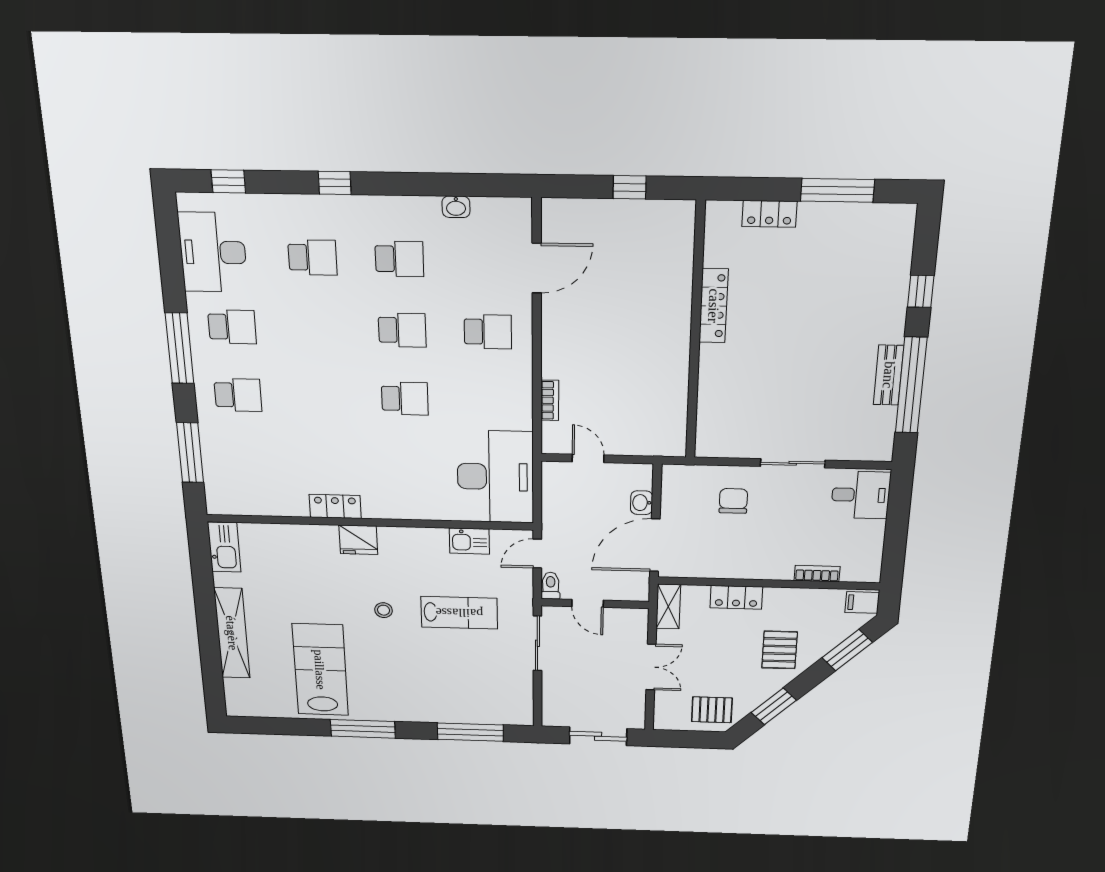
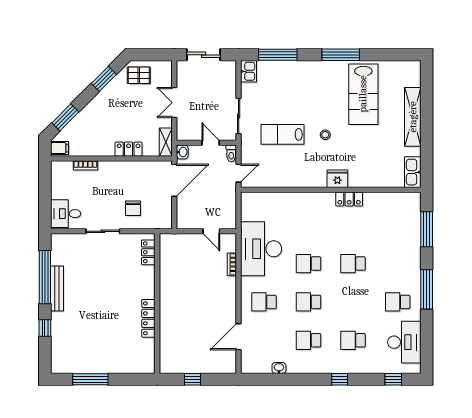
locker: (769, 214) -> (148, 252), moved, turned -90
bench: (889, 375) -> (57, 288), width x1.36
school desk: (238, 395) -> (353, 264), moved
desk: (495, 477) -> (261, 249), moved
washbasin: (642, 503) -> (182, 152), moved
kitchen sink: (469, 541) -> (249, 71), moved, turned 90
pallet: (780, 650) -> (103, 116), removed

